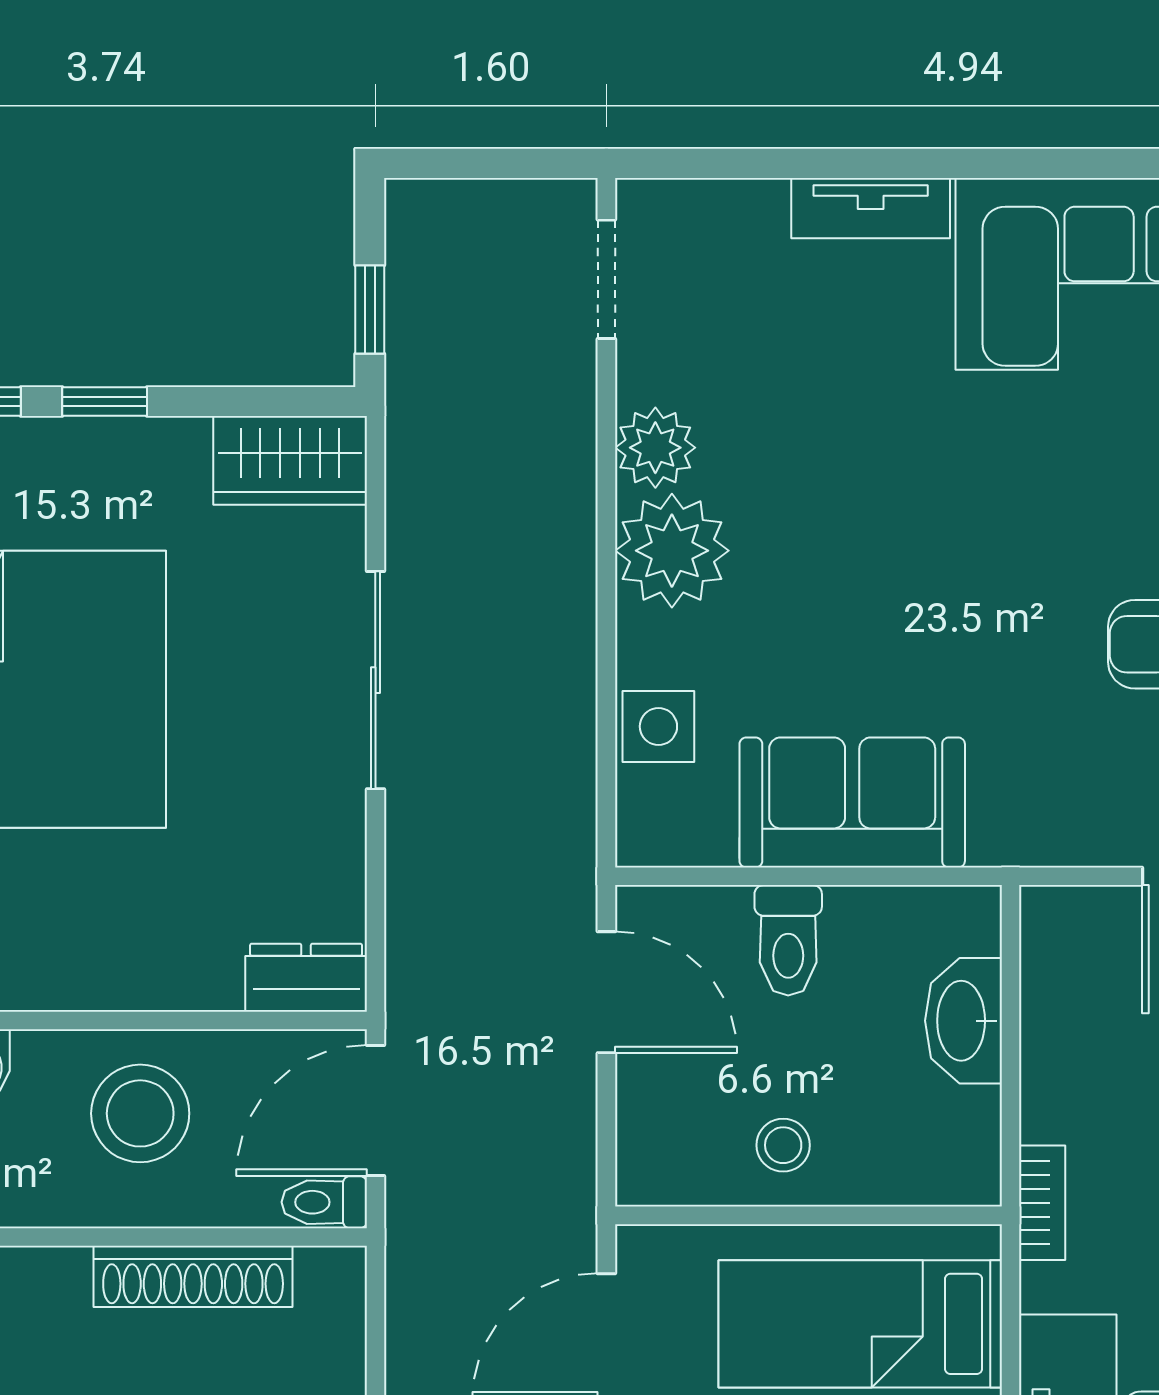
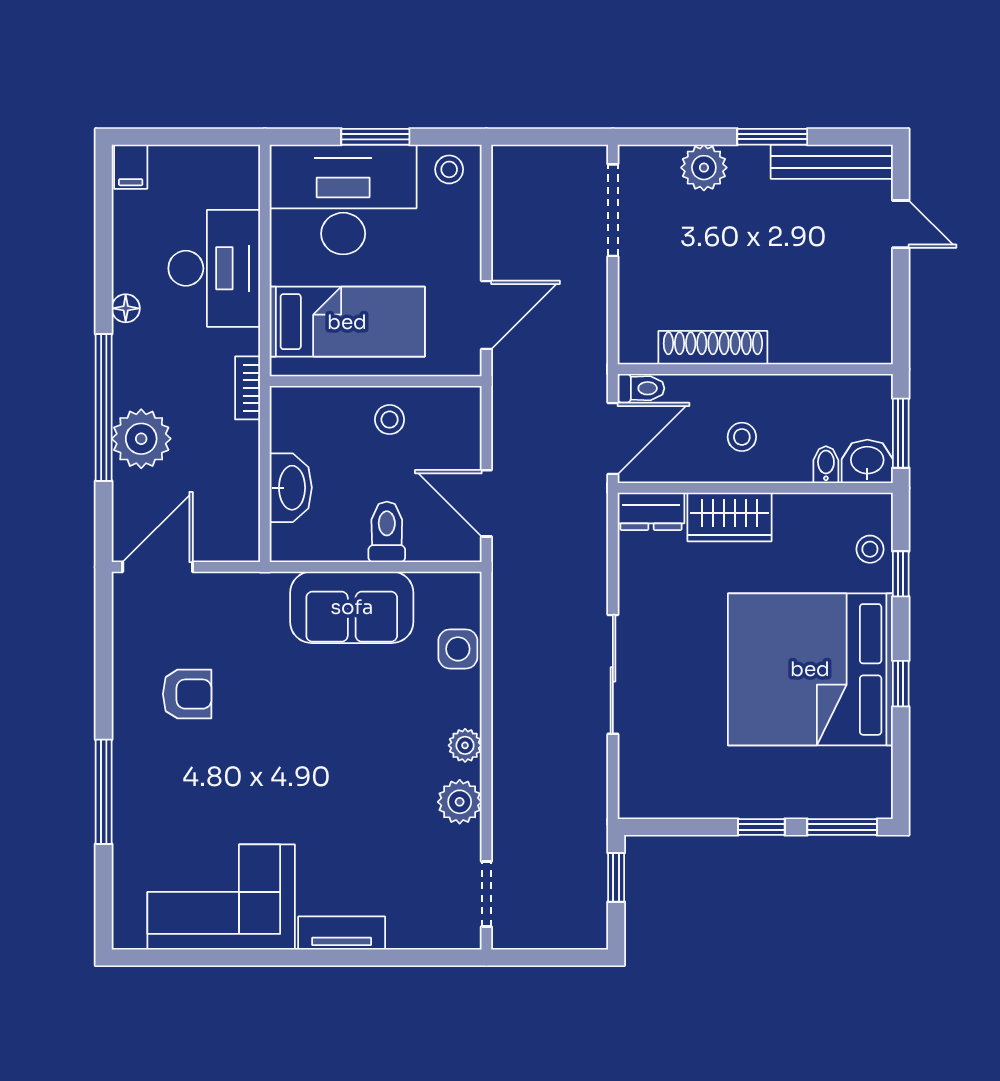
wardrobe: (290, 460) -> (729, 517), moved, turned 180
plant: (672, 551) -> (465, 745), width x0.53, depth x0.53
stool: (140, 1113) -> (742, 437), width x0.53, depth x0.53

